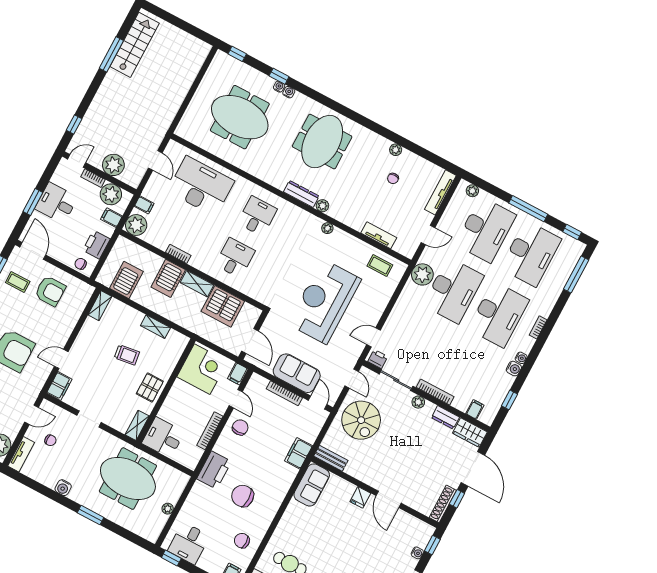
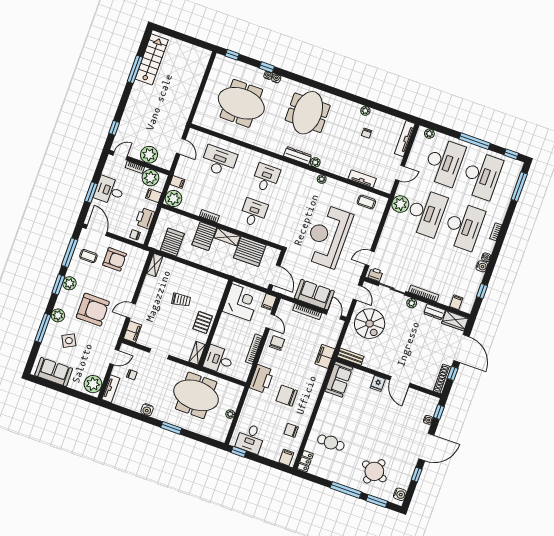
desk: (201, 186) -> (219, 161), width x0.73, depth x0.77
shelving: (155, 327) -> (200, 275), removed

